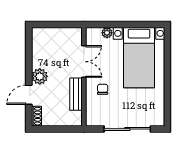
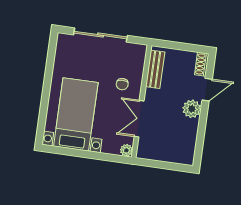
plant: (107, 33) -> (126, 150), moved
bench: (76, 94) -> (155, 69), moved

